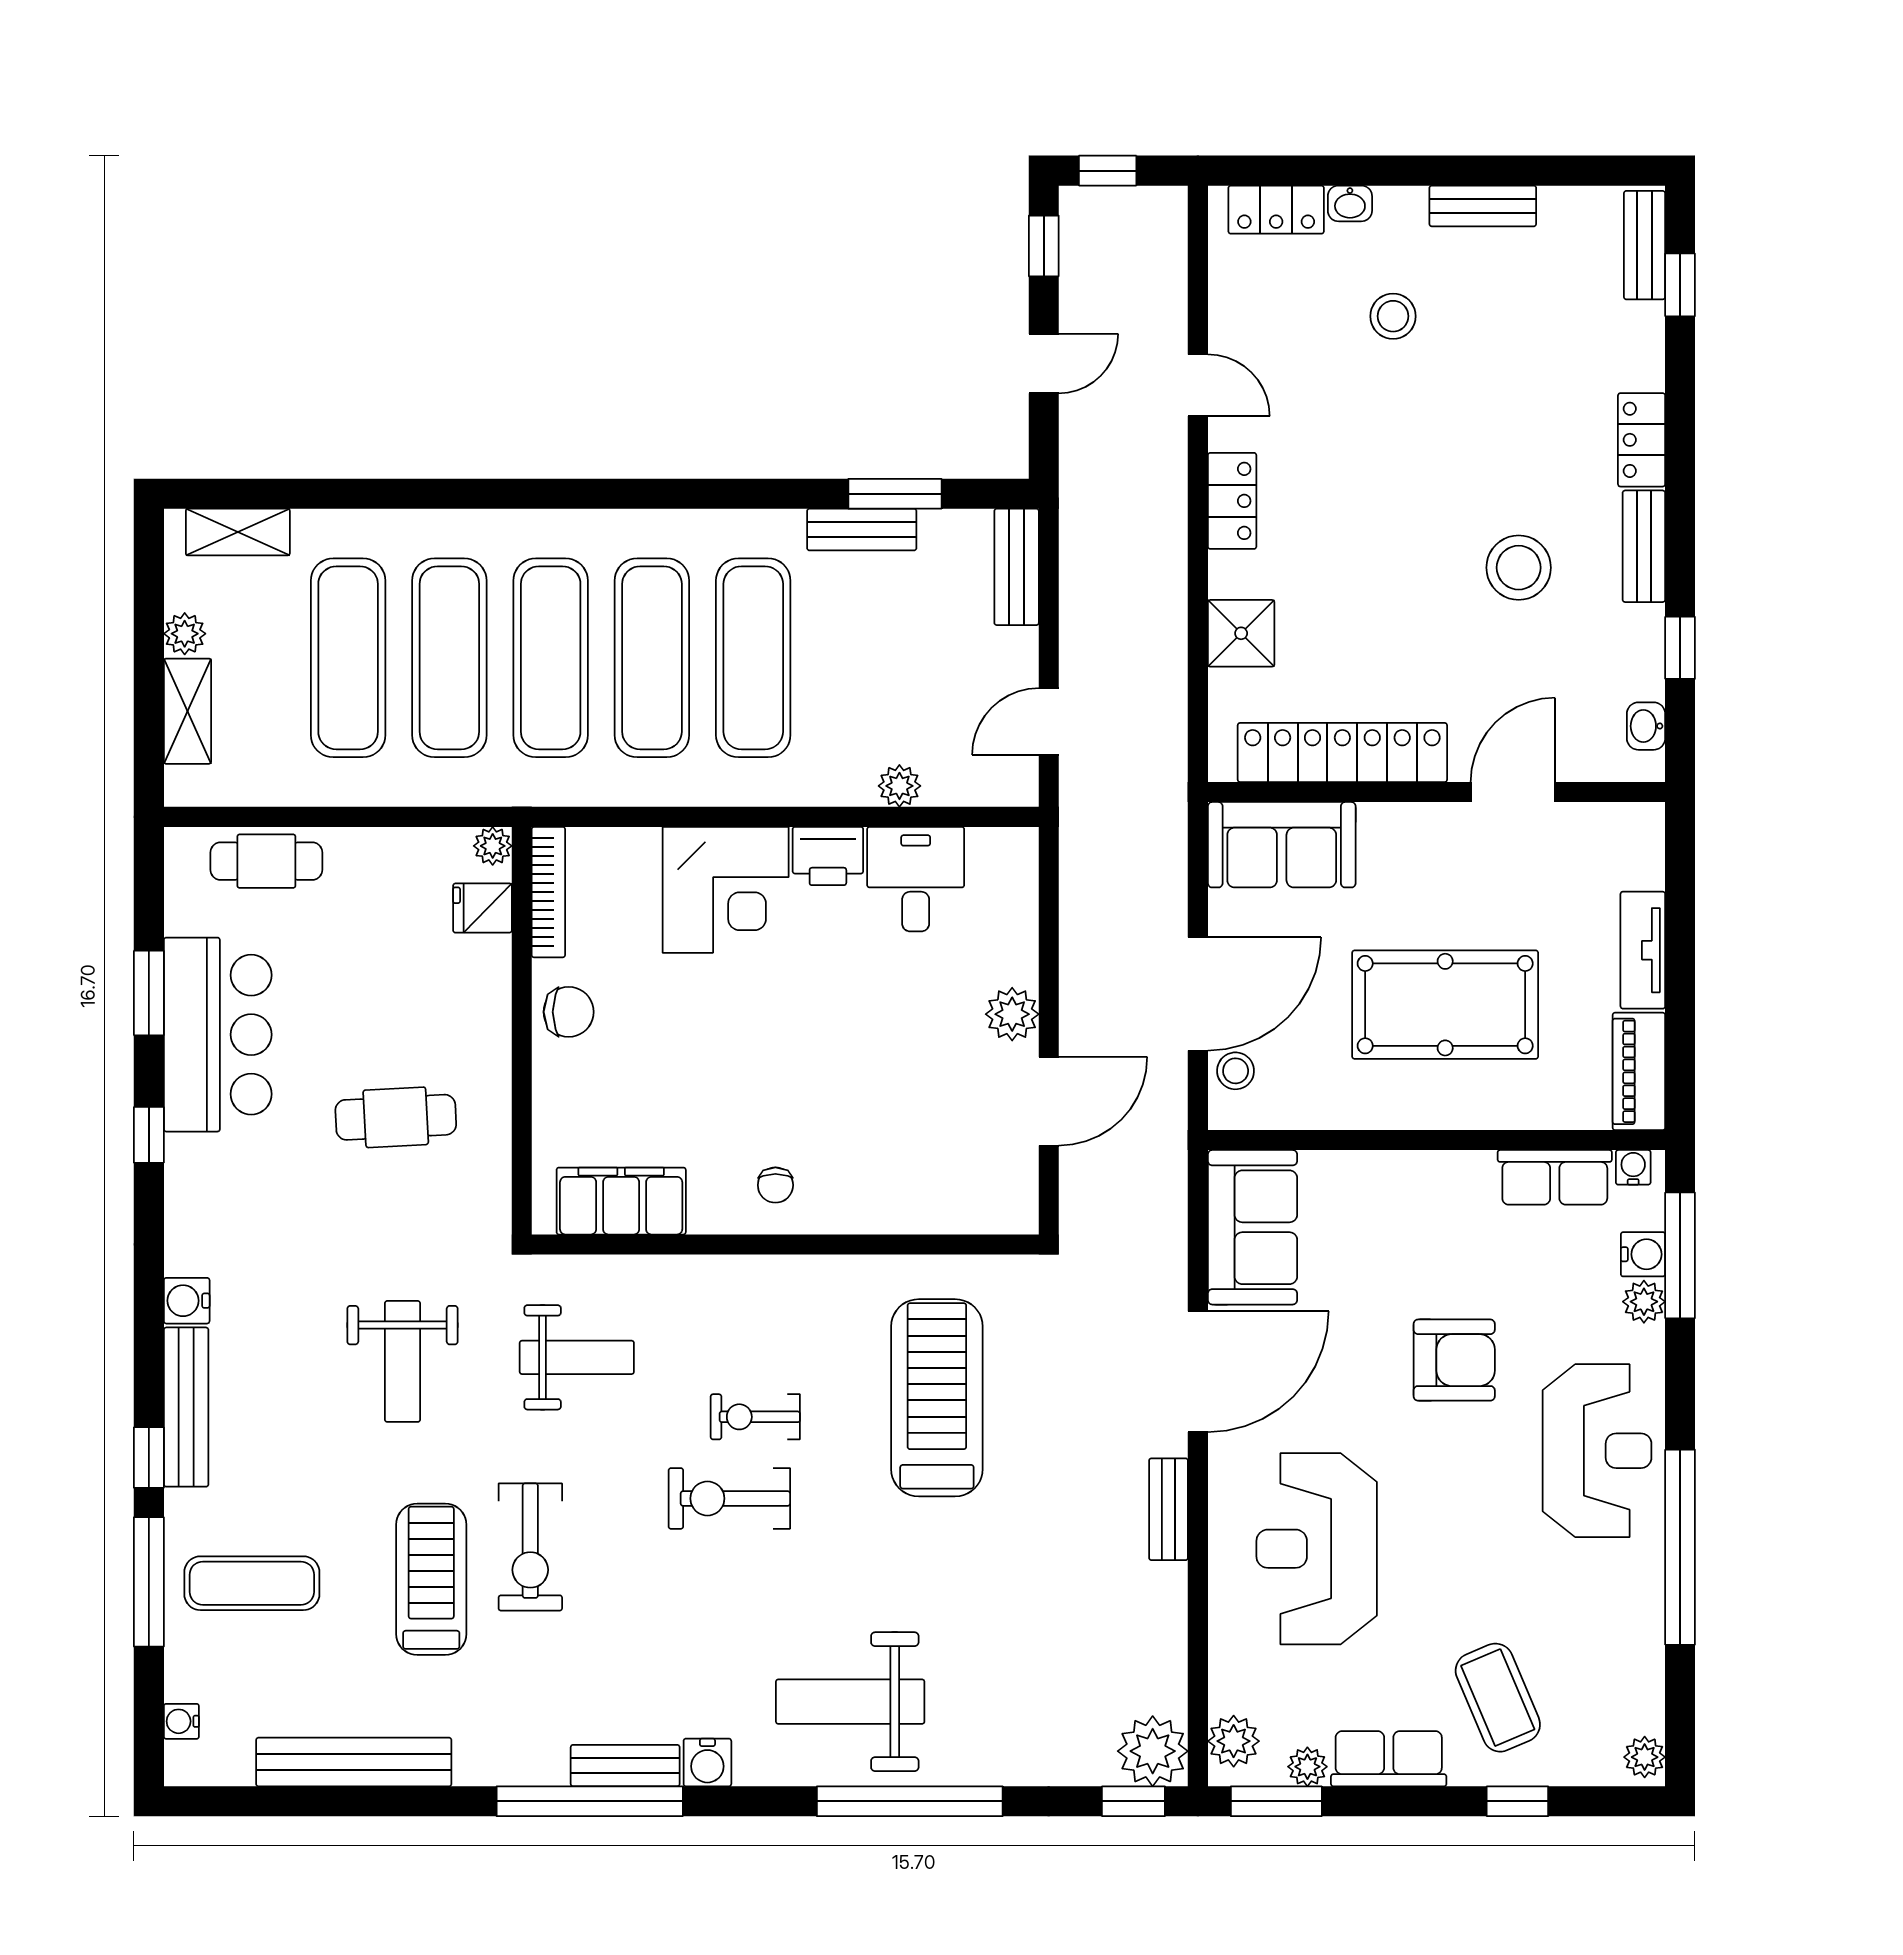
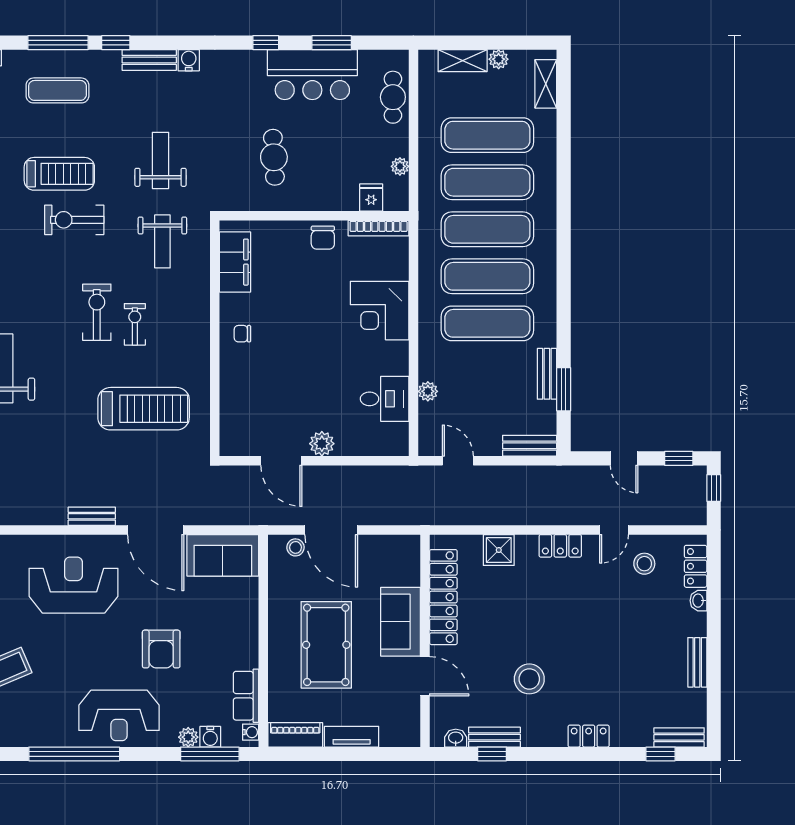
stool: (1393, 316) -> (644, 564), moved
bench: (1644, 546) -> (494, 737), moved
sofa: (1282, 845) -> (401, 622), moved
plant: (493, 846) -> (400, 166), moved
printer: (828, 856) -> (395, 358), removed
weight bench: (402, 1361) -> (161, 160), turned 90
bench: (186, 1407) -> (149, 60), width x0.73
exercise mat: (252, 1583) -> (57, 90), turned 90

